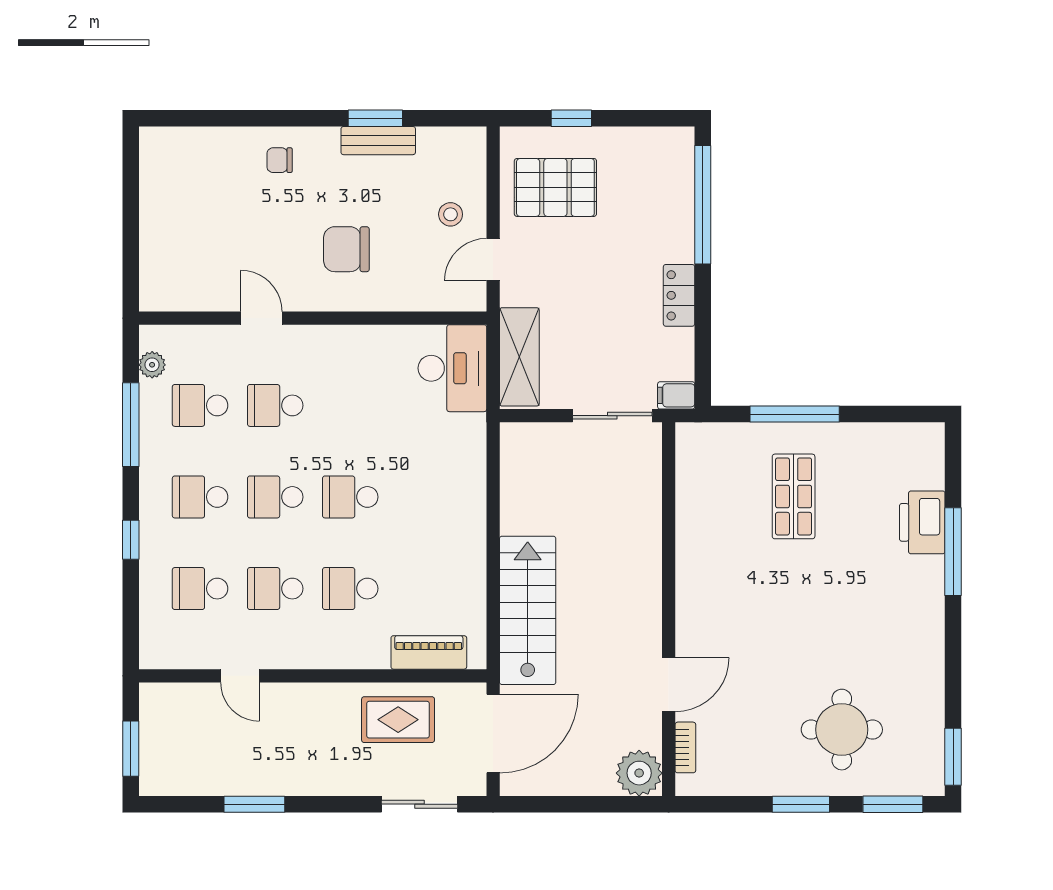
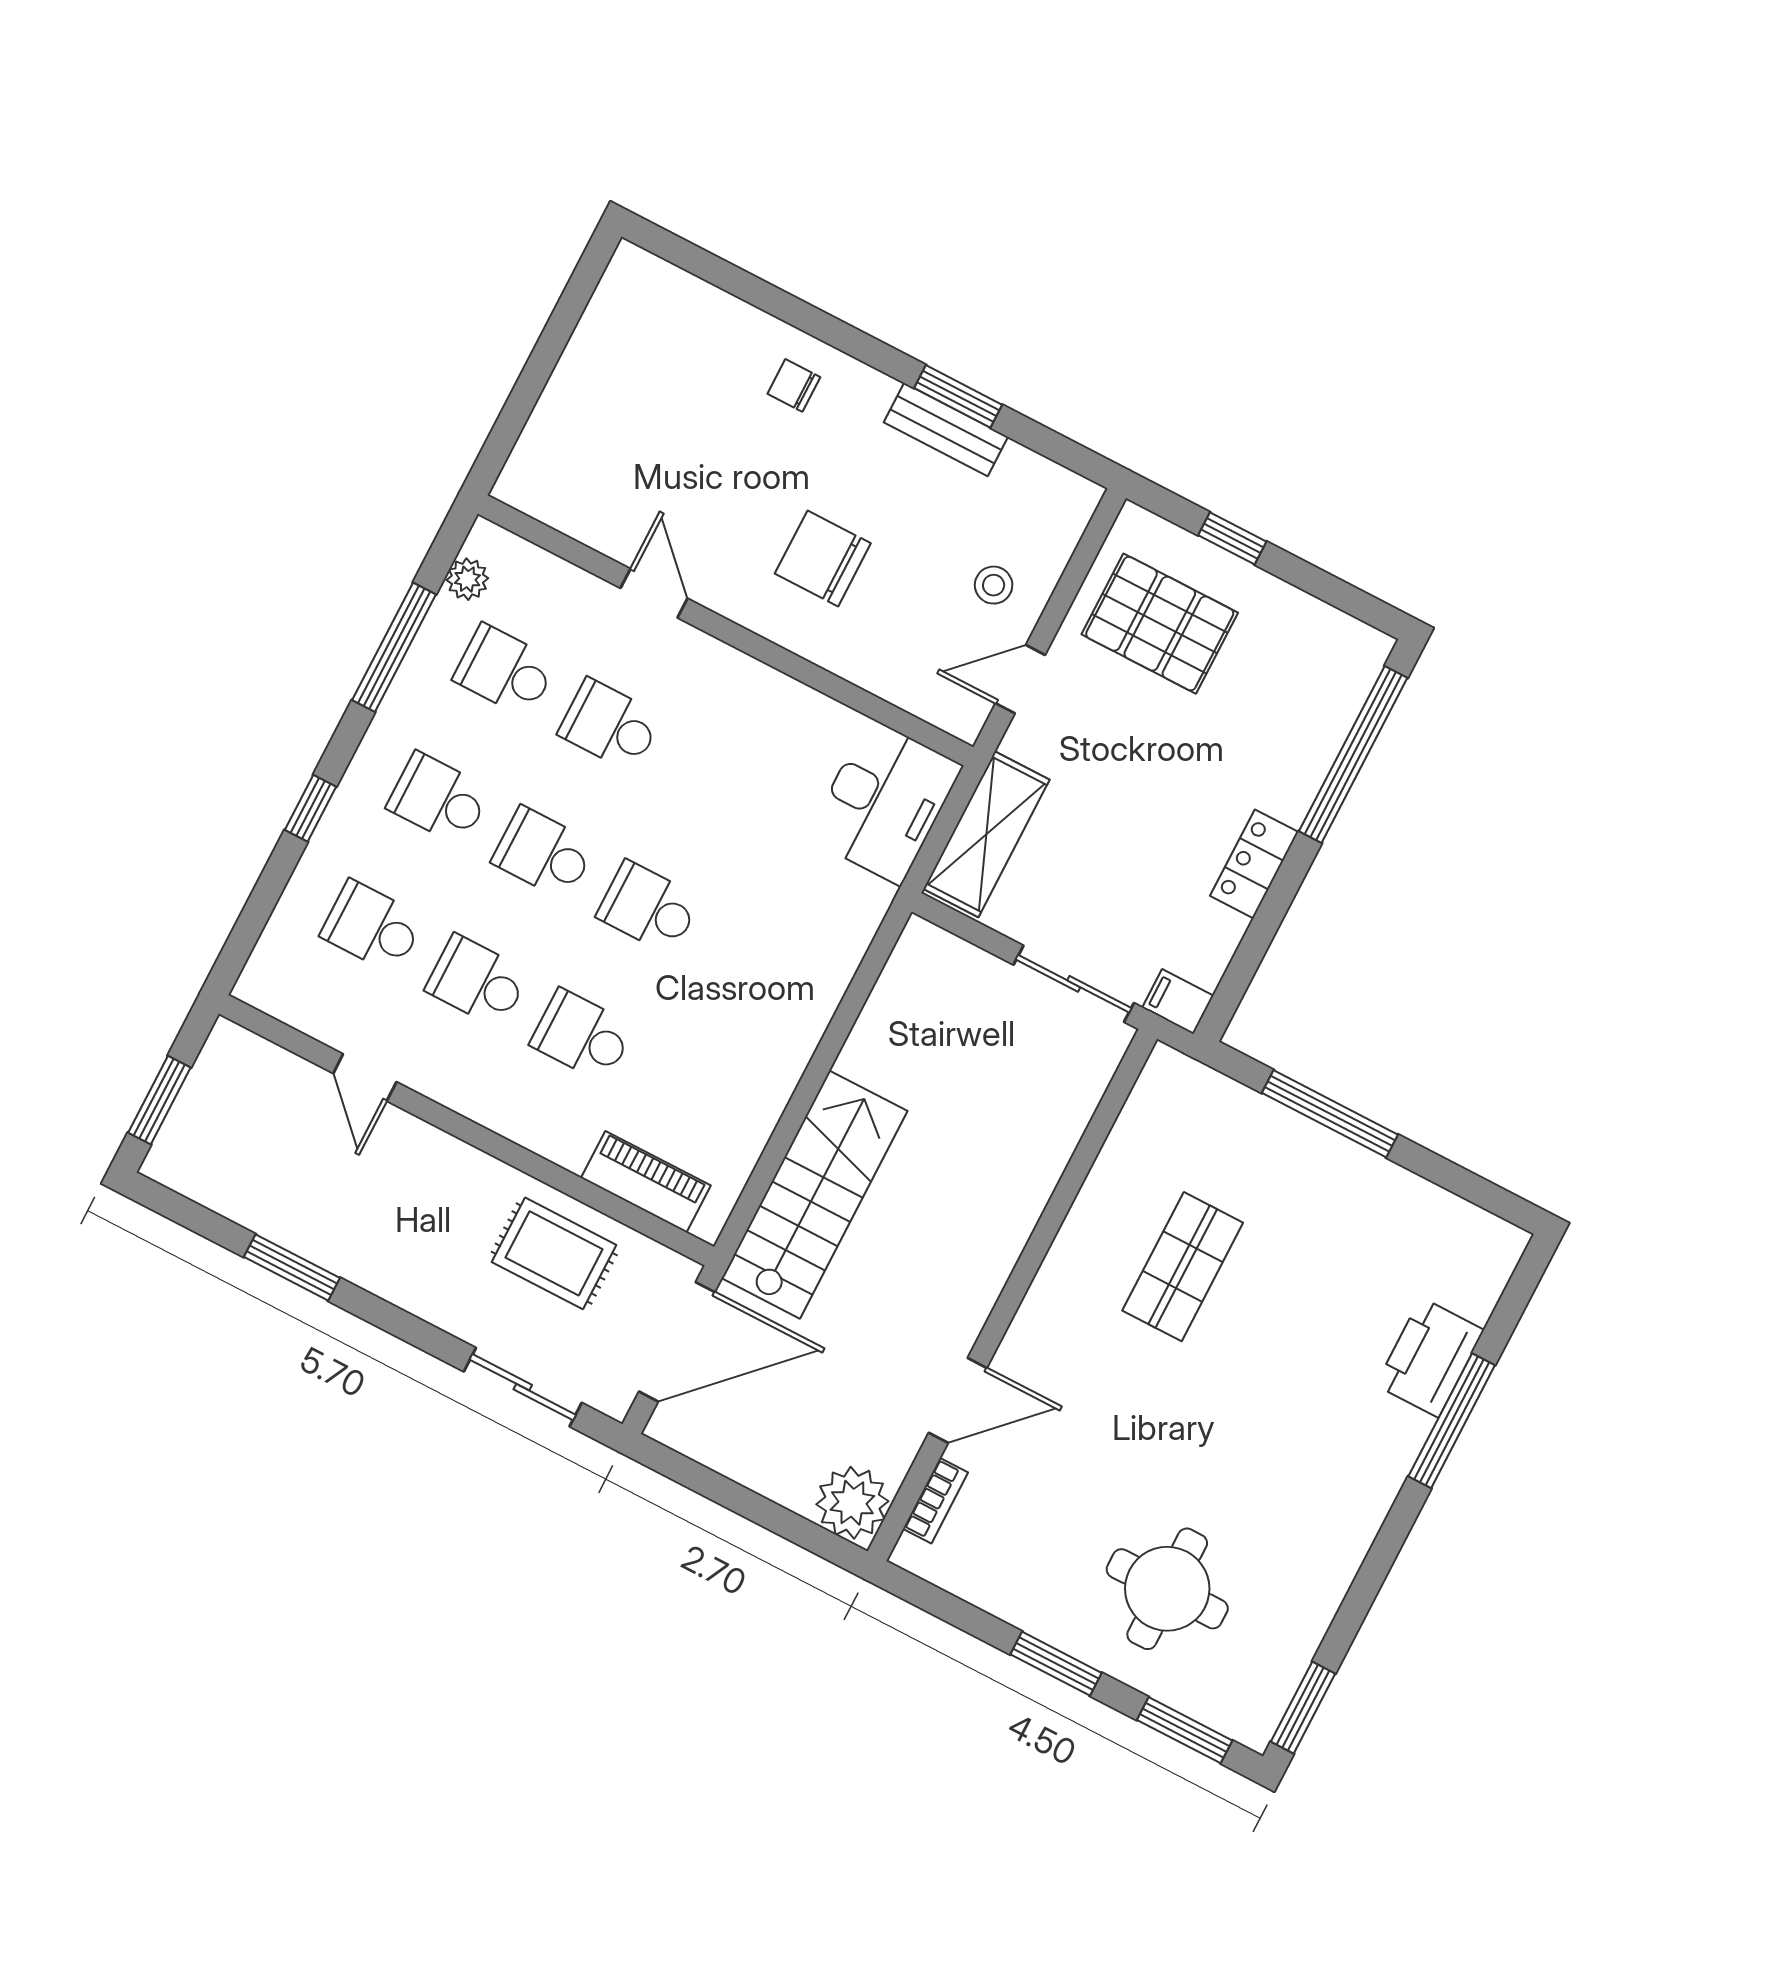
shop shelf: (794, 496) -> (1183, 1267), moved

